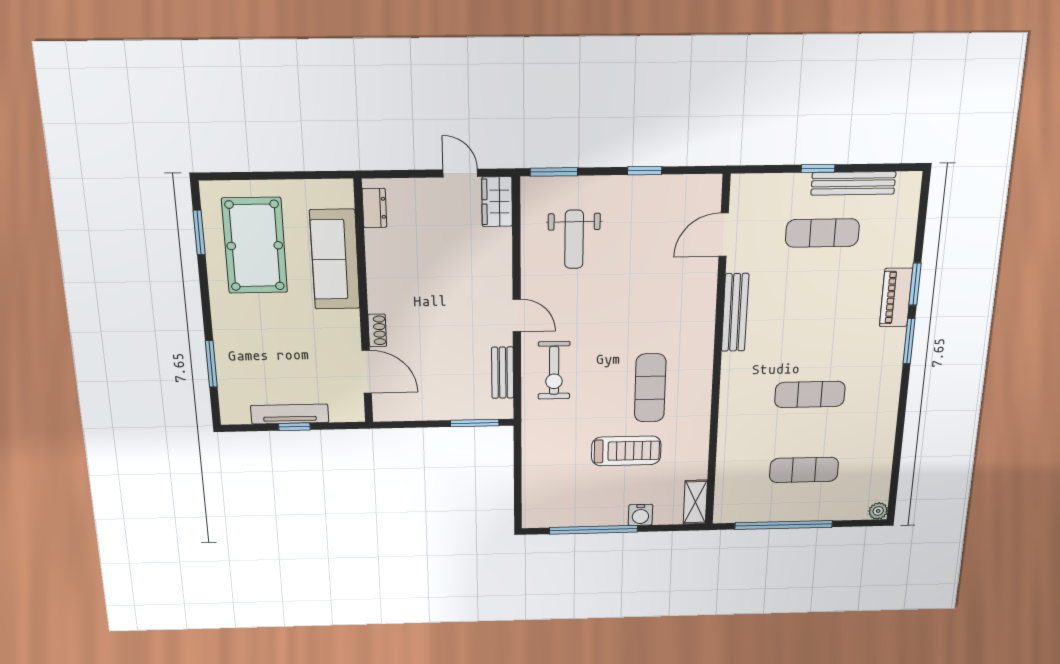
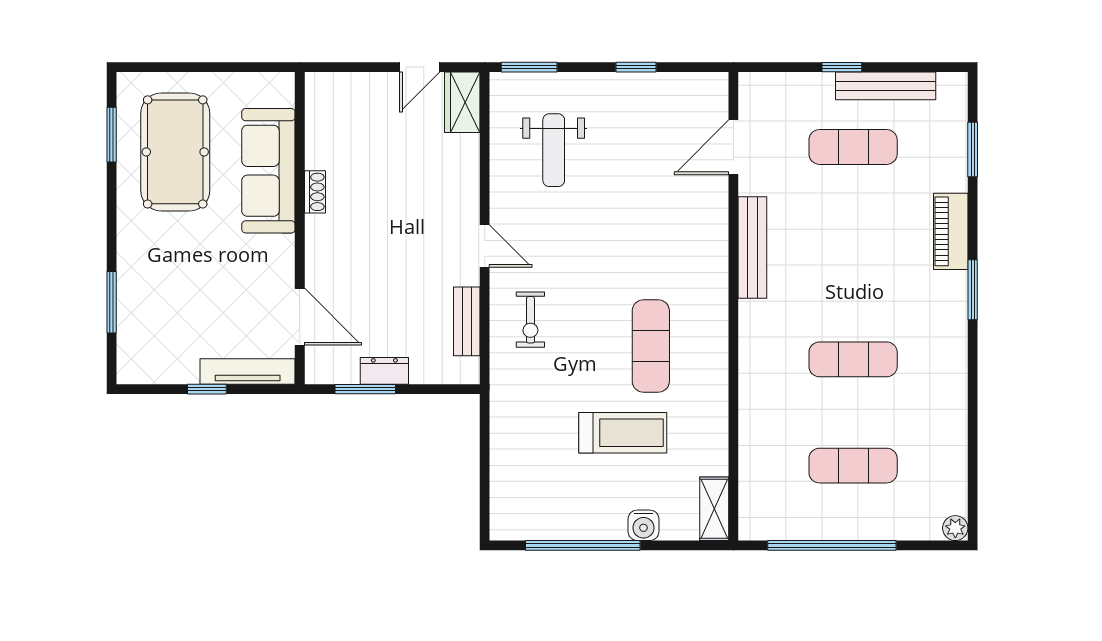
door: (460, 173) -> (420, 67), swing flipped
dresser: (374, 208) -> (384, 371), moved, turned -90
window: (915, 284) -> (973, 149), moved
shoe rack: (377, 330) -> (315, 192), moved
exercise bike: (554, 370) -> (530, 320), width x0.73, depth x0.72
tv unit: (290, 414) -> (248, 372), moved
window: (475, 423) -> (365, 389), moved

